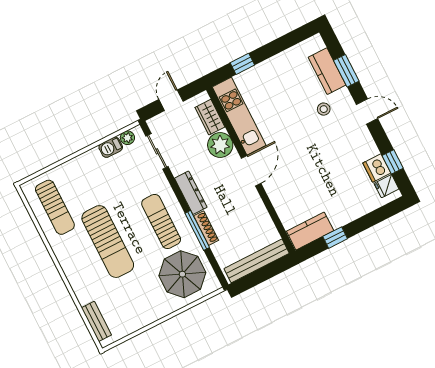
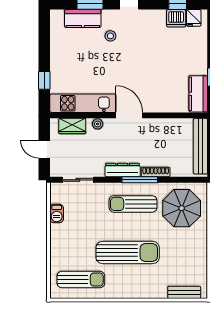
plant: (127, 138) -> (56, 197), removed
plant: (220, 145) -> (98, 124), width x0.53, depth x0.53
window: (197, 230) -> (140, 180), moved

